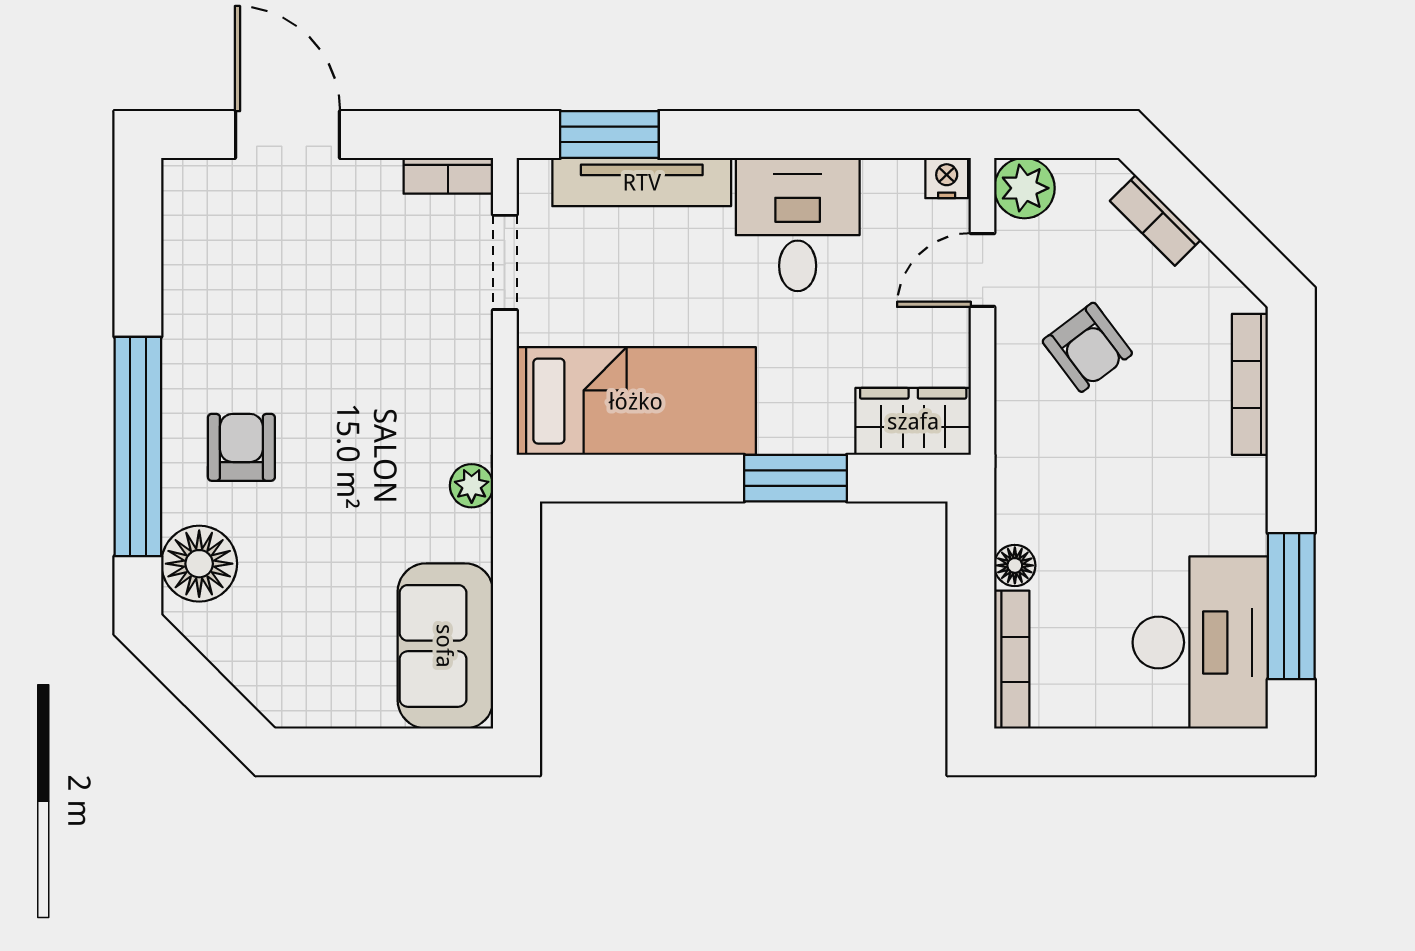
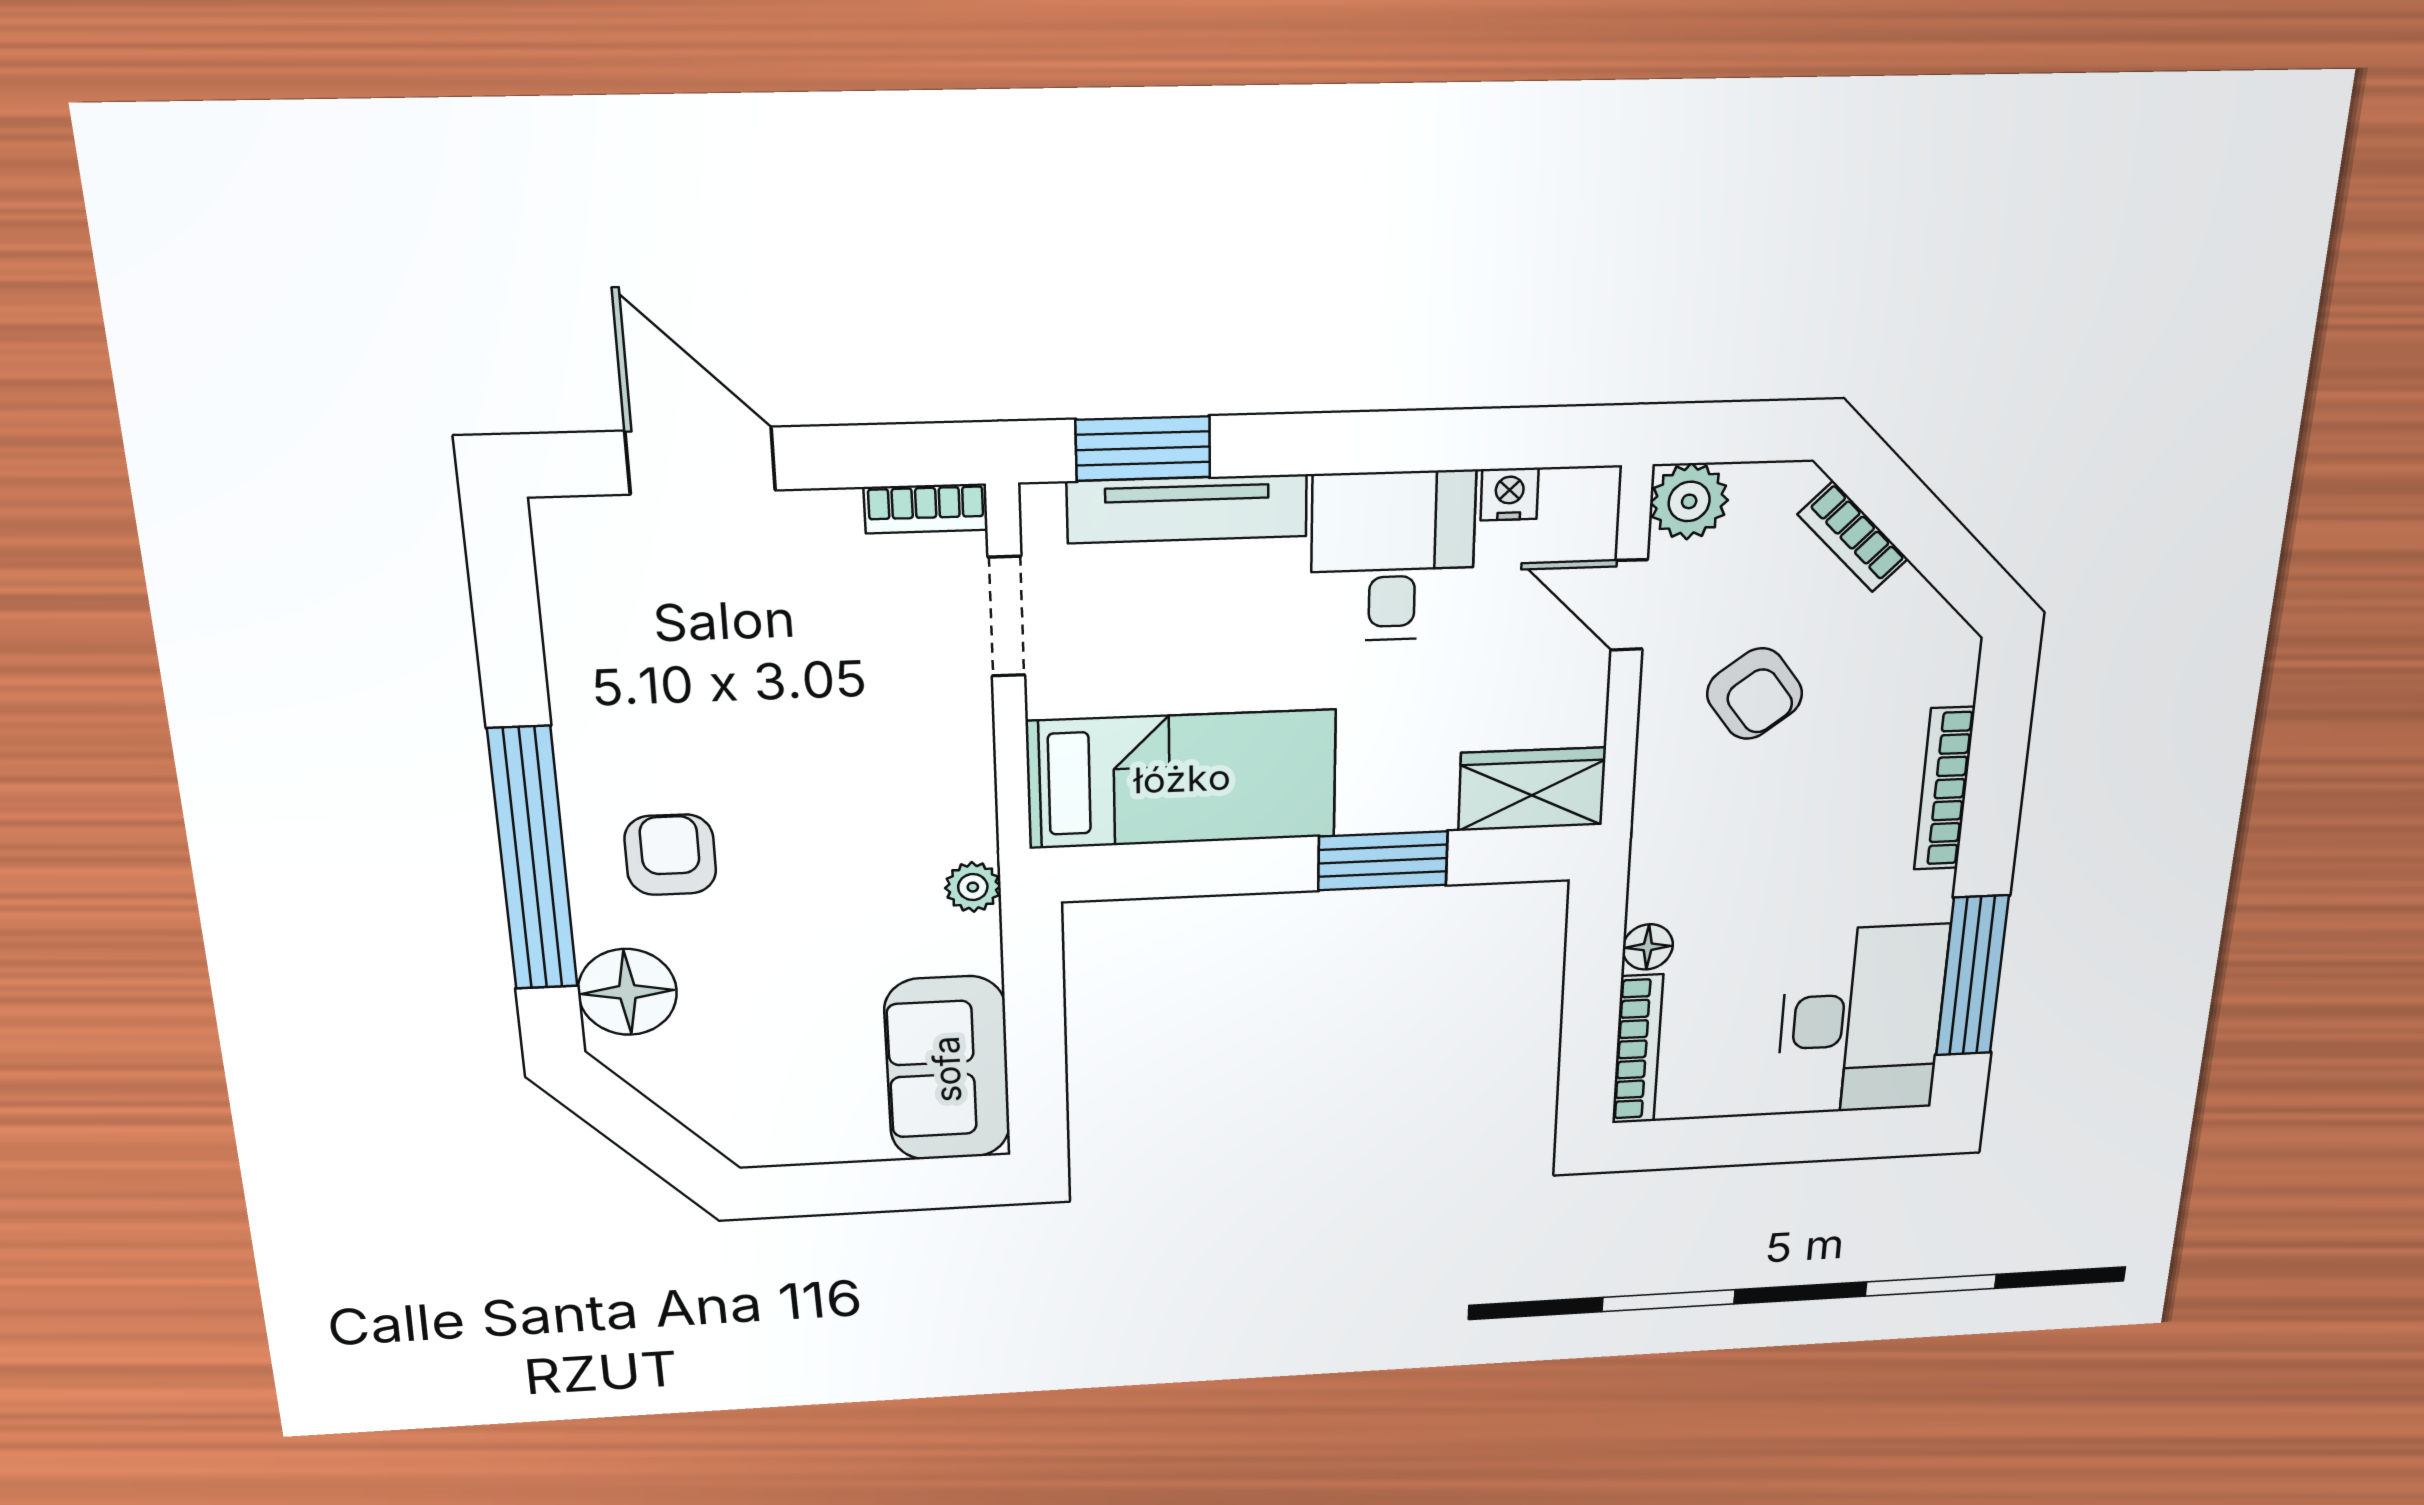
nightstand: (947, 178) -> (1510, 494), moved
door: (983, 270) -> (1629, 605), hinge flipped
bookcase: (1250, 384) -> (1944, 789), moved

